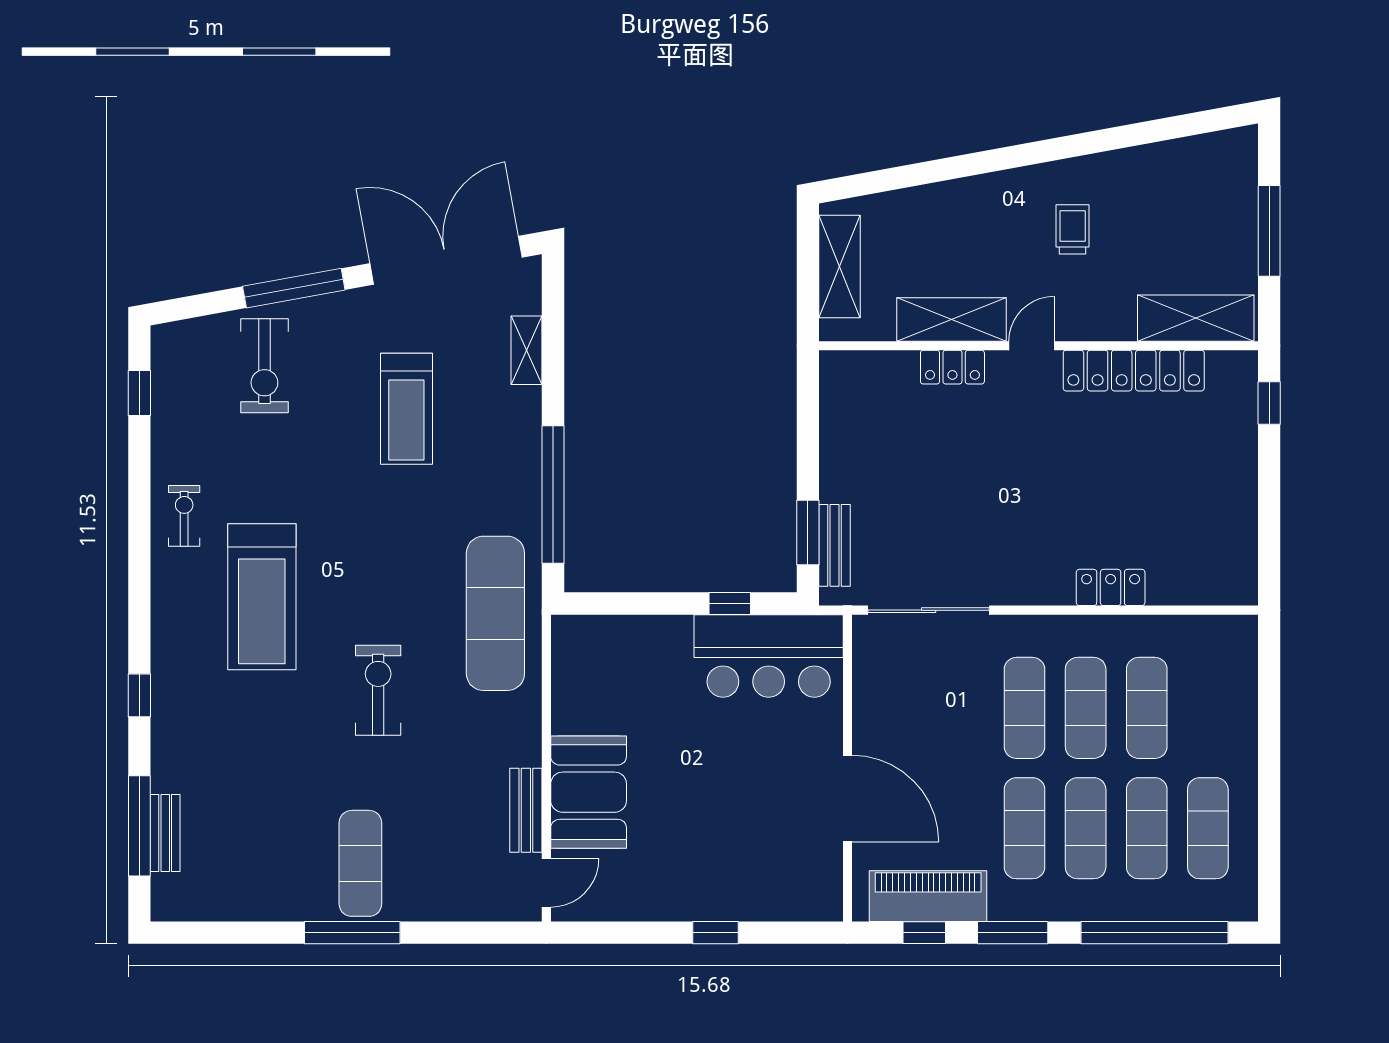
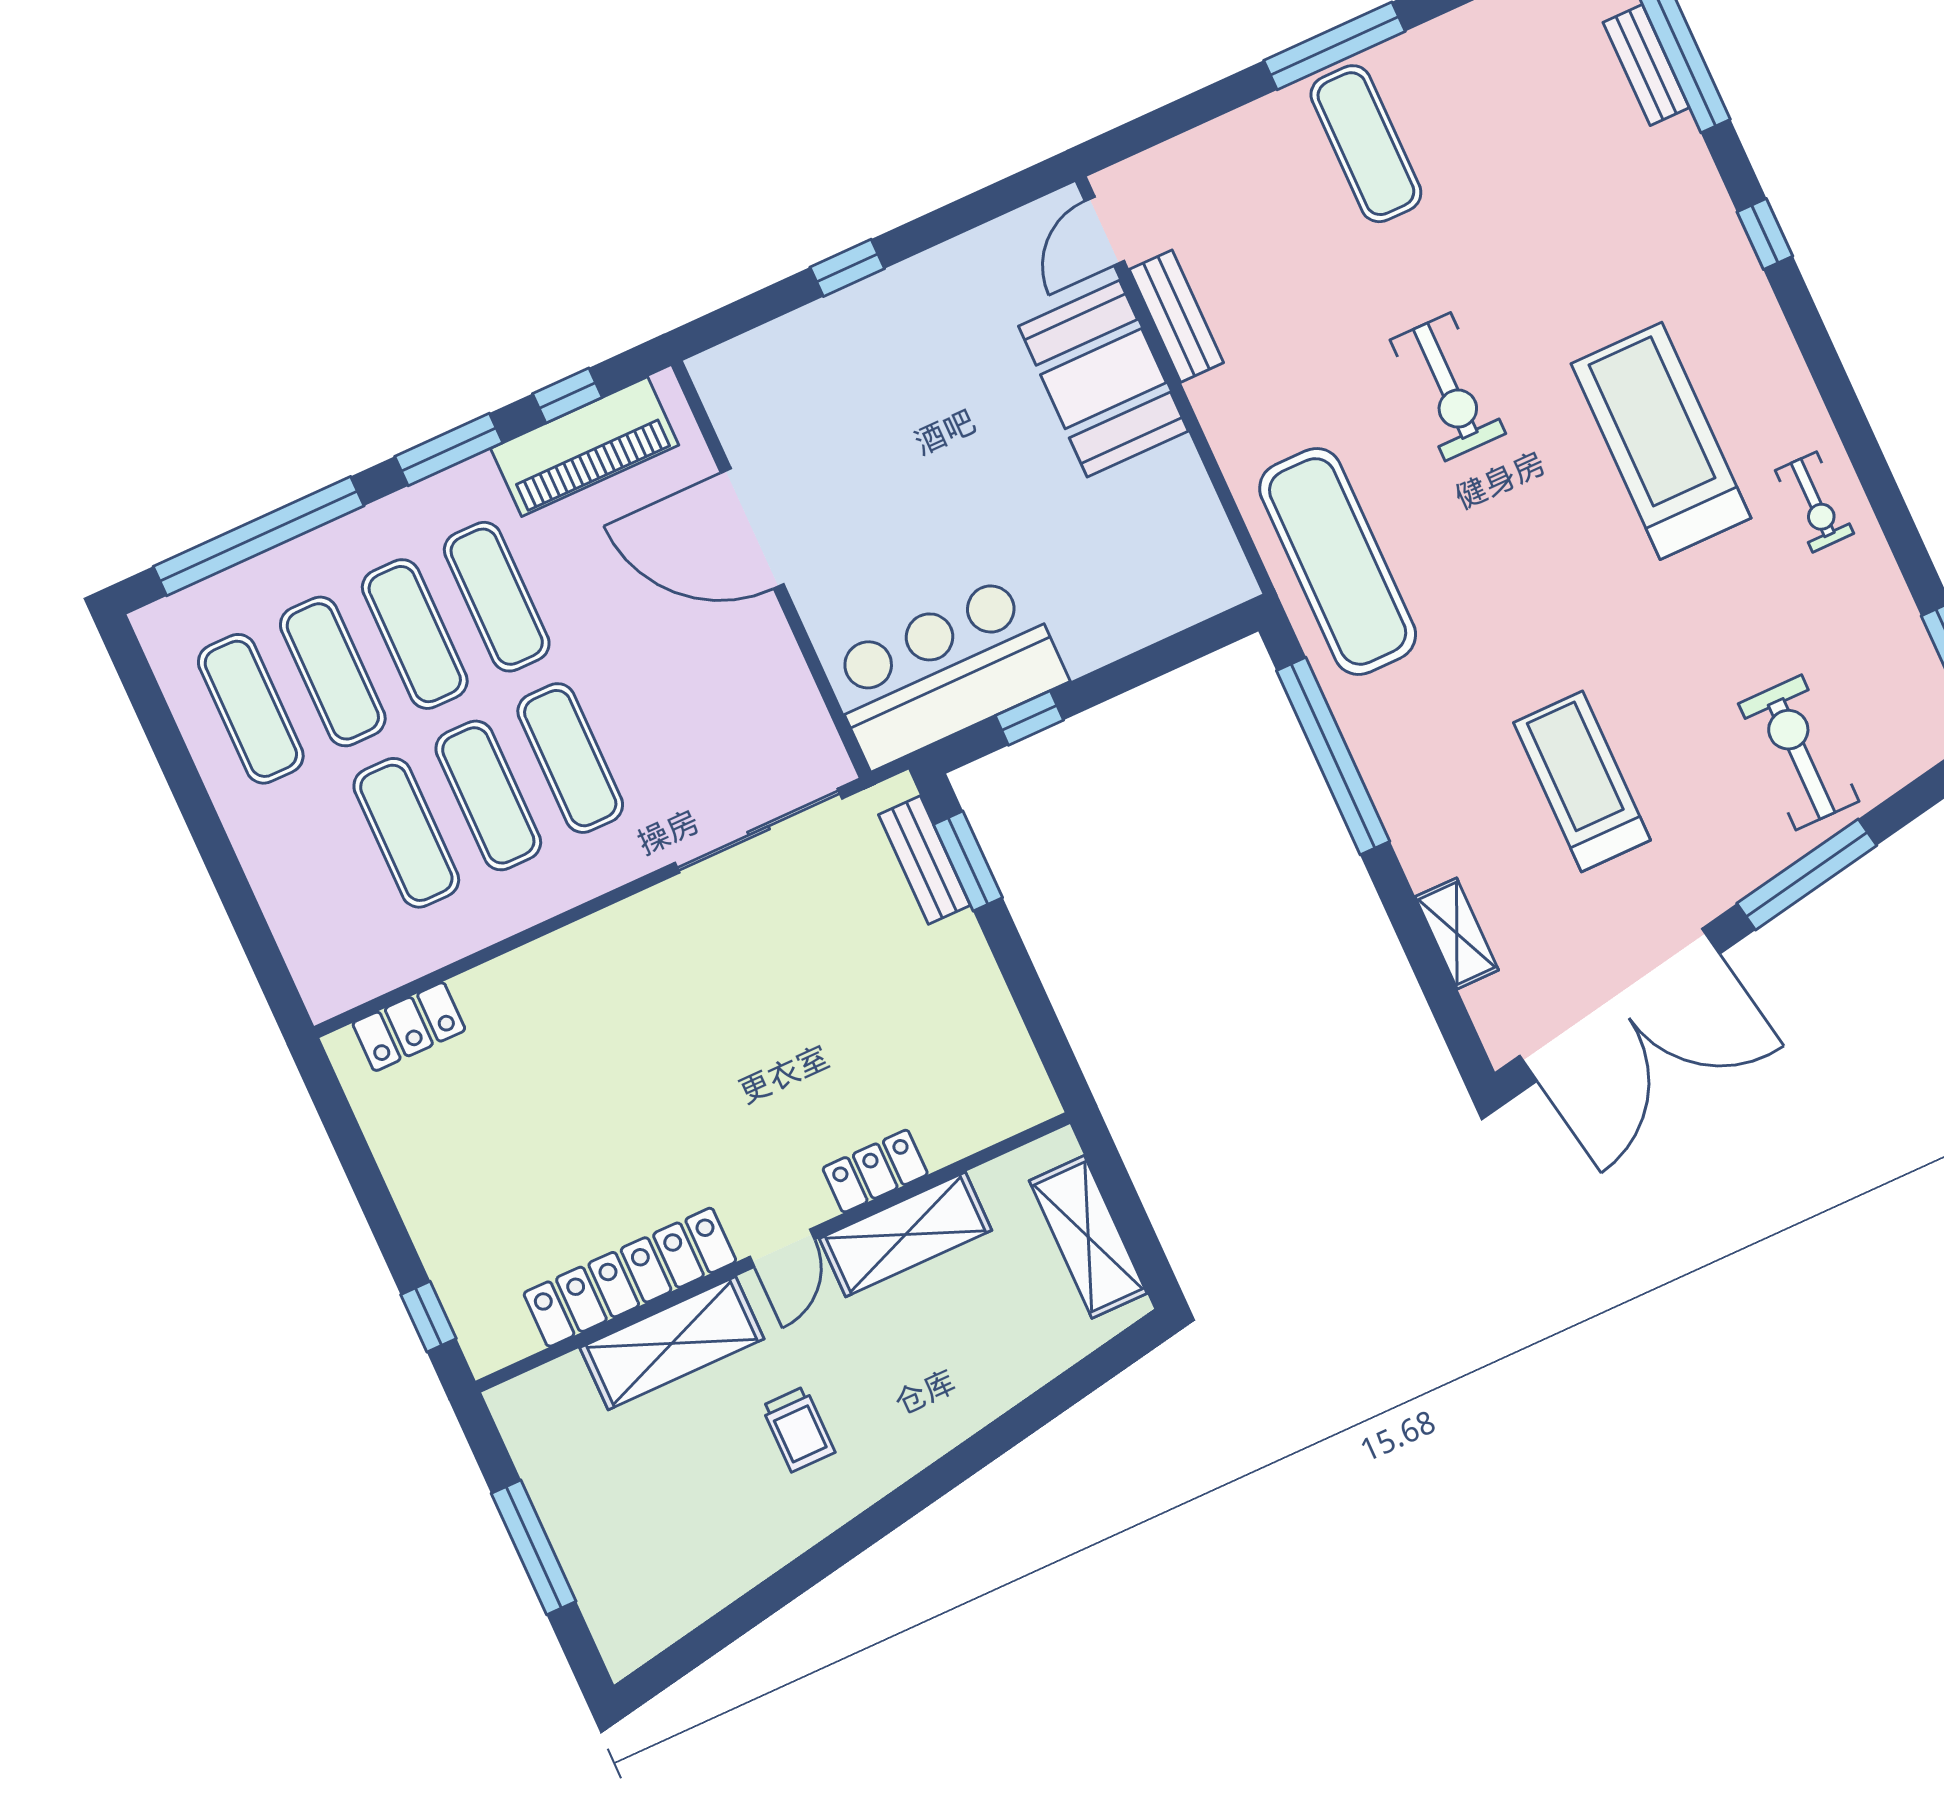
shelving: (1196, 318) -> (672, 1343), moved
locker: (1111, 587) -> (409, 1027), moved

